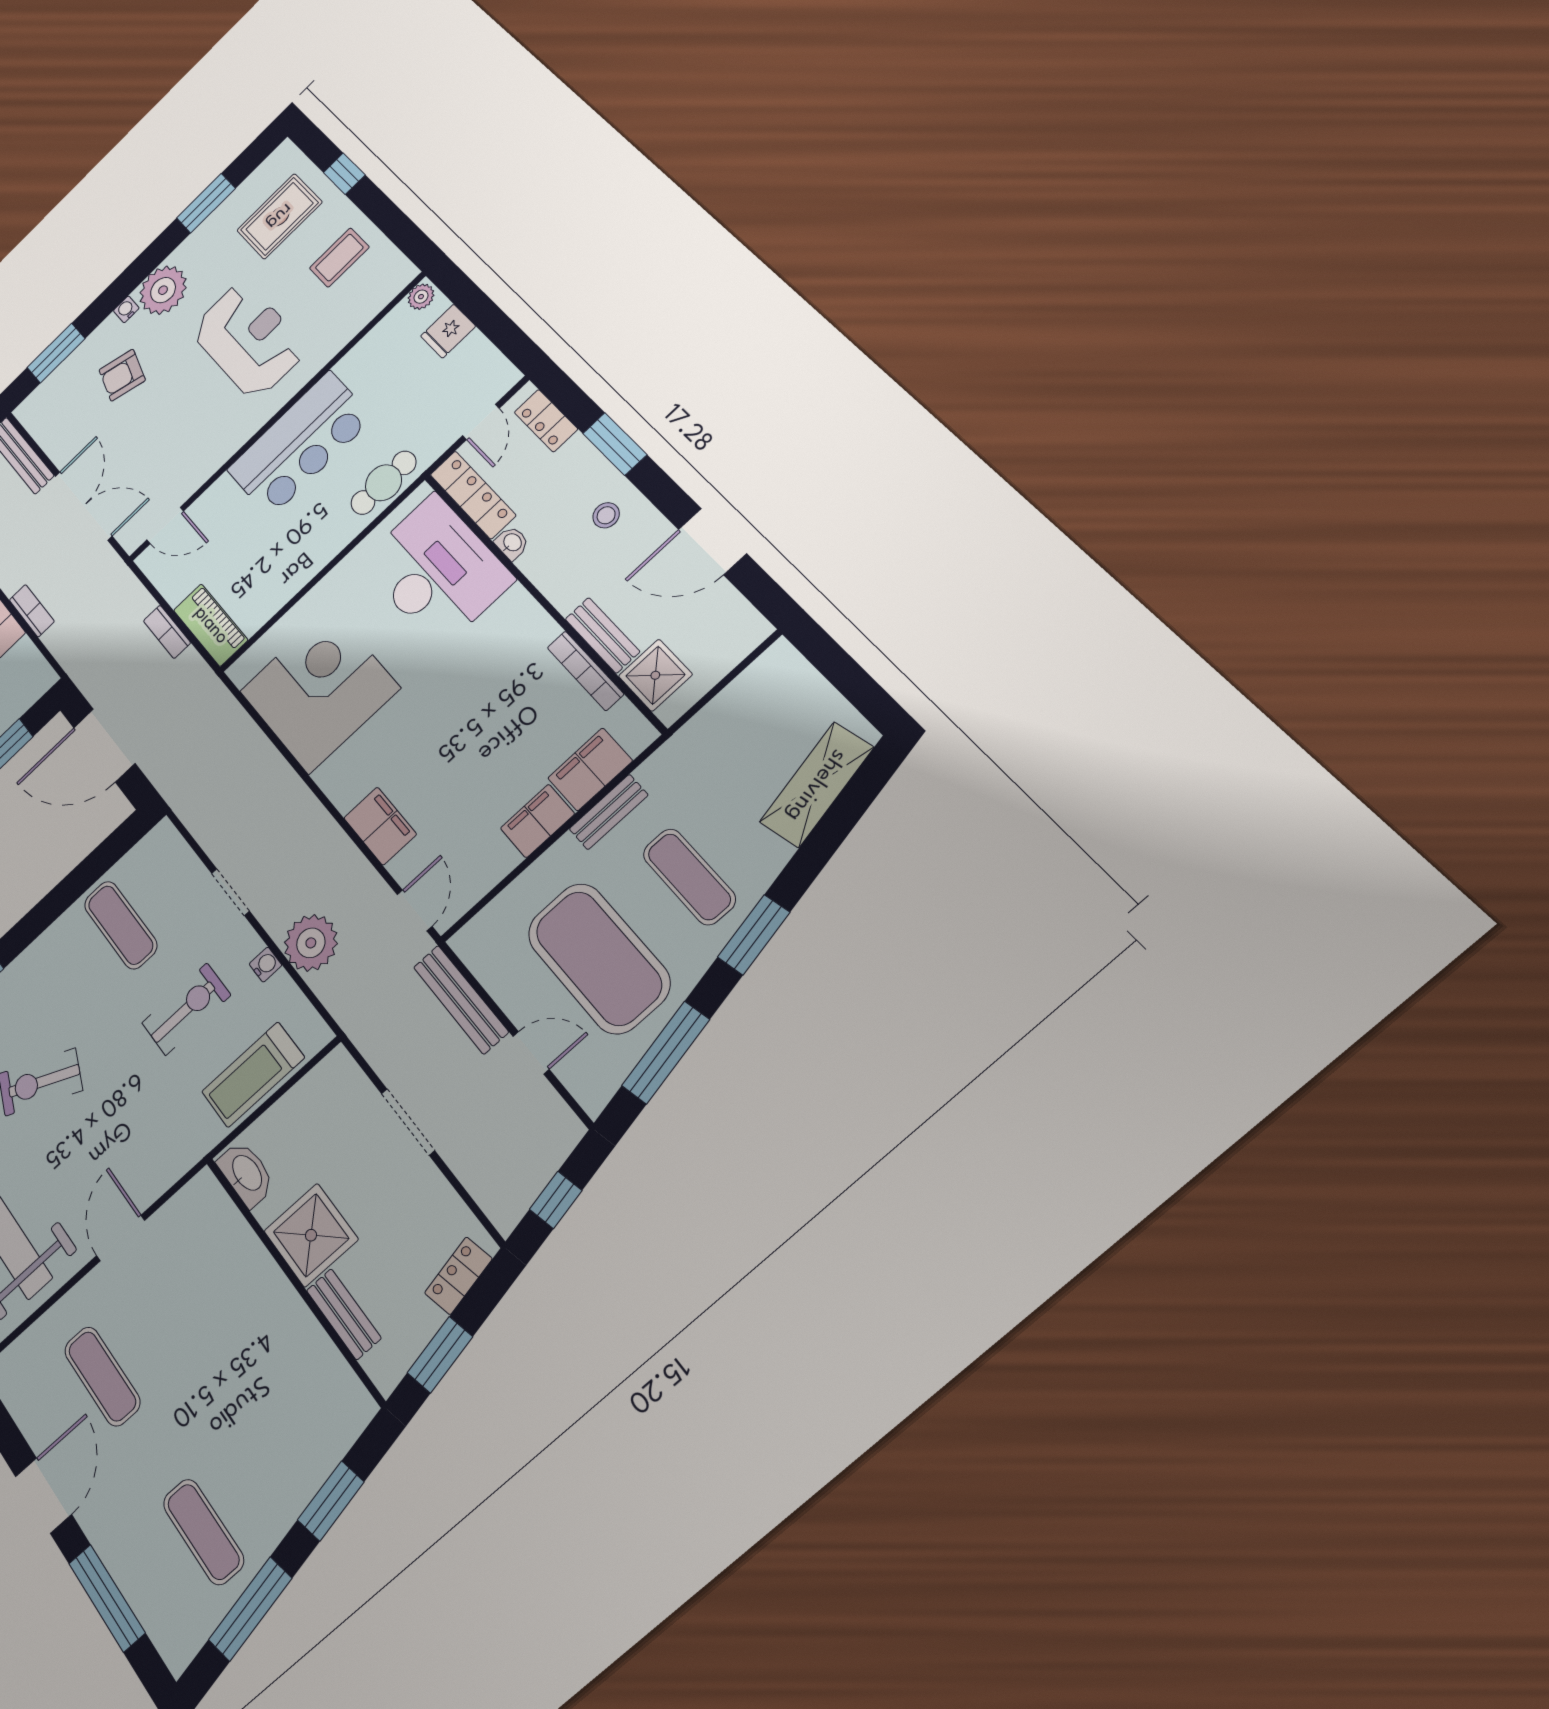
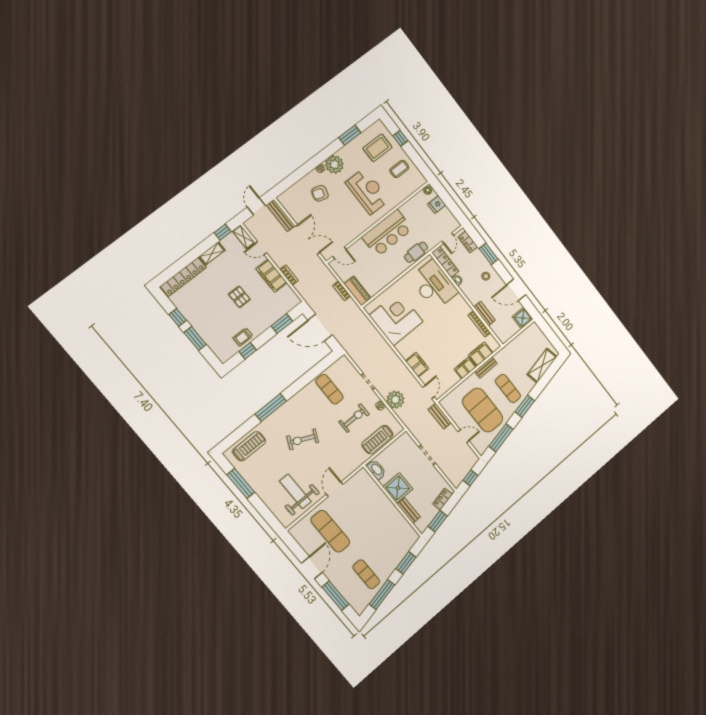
window: (56, 353) -> (293, 179), removed
shower: (655, 675) -> (523, 318), moved
bench: (461, 999) -> (440, 416), width x0.73
exercise mat: (102, 1376) -> (330, 531), width x1.36, depth x1.45

